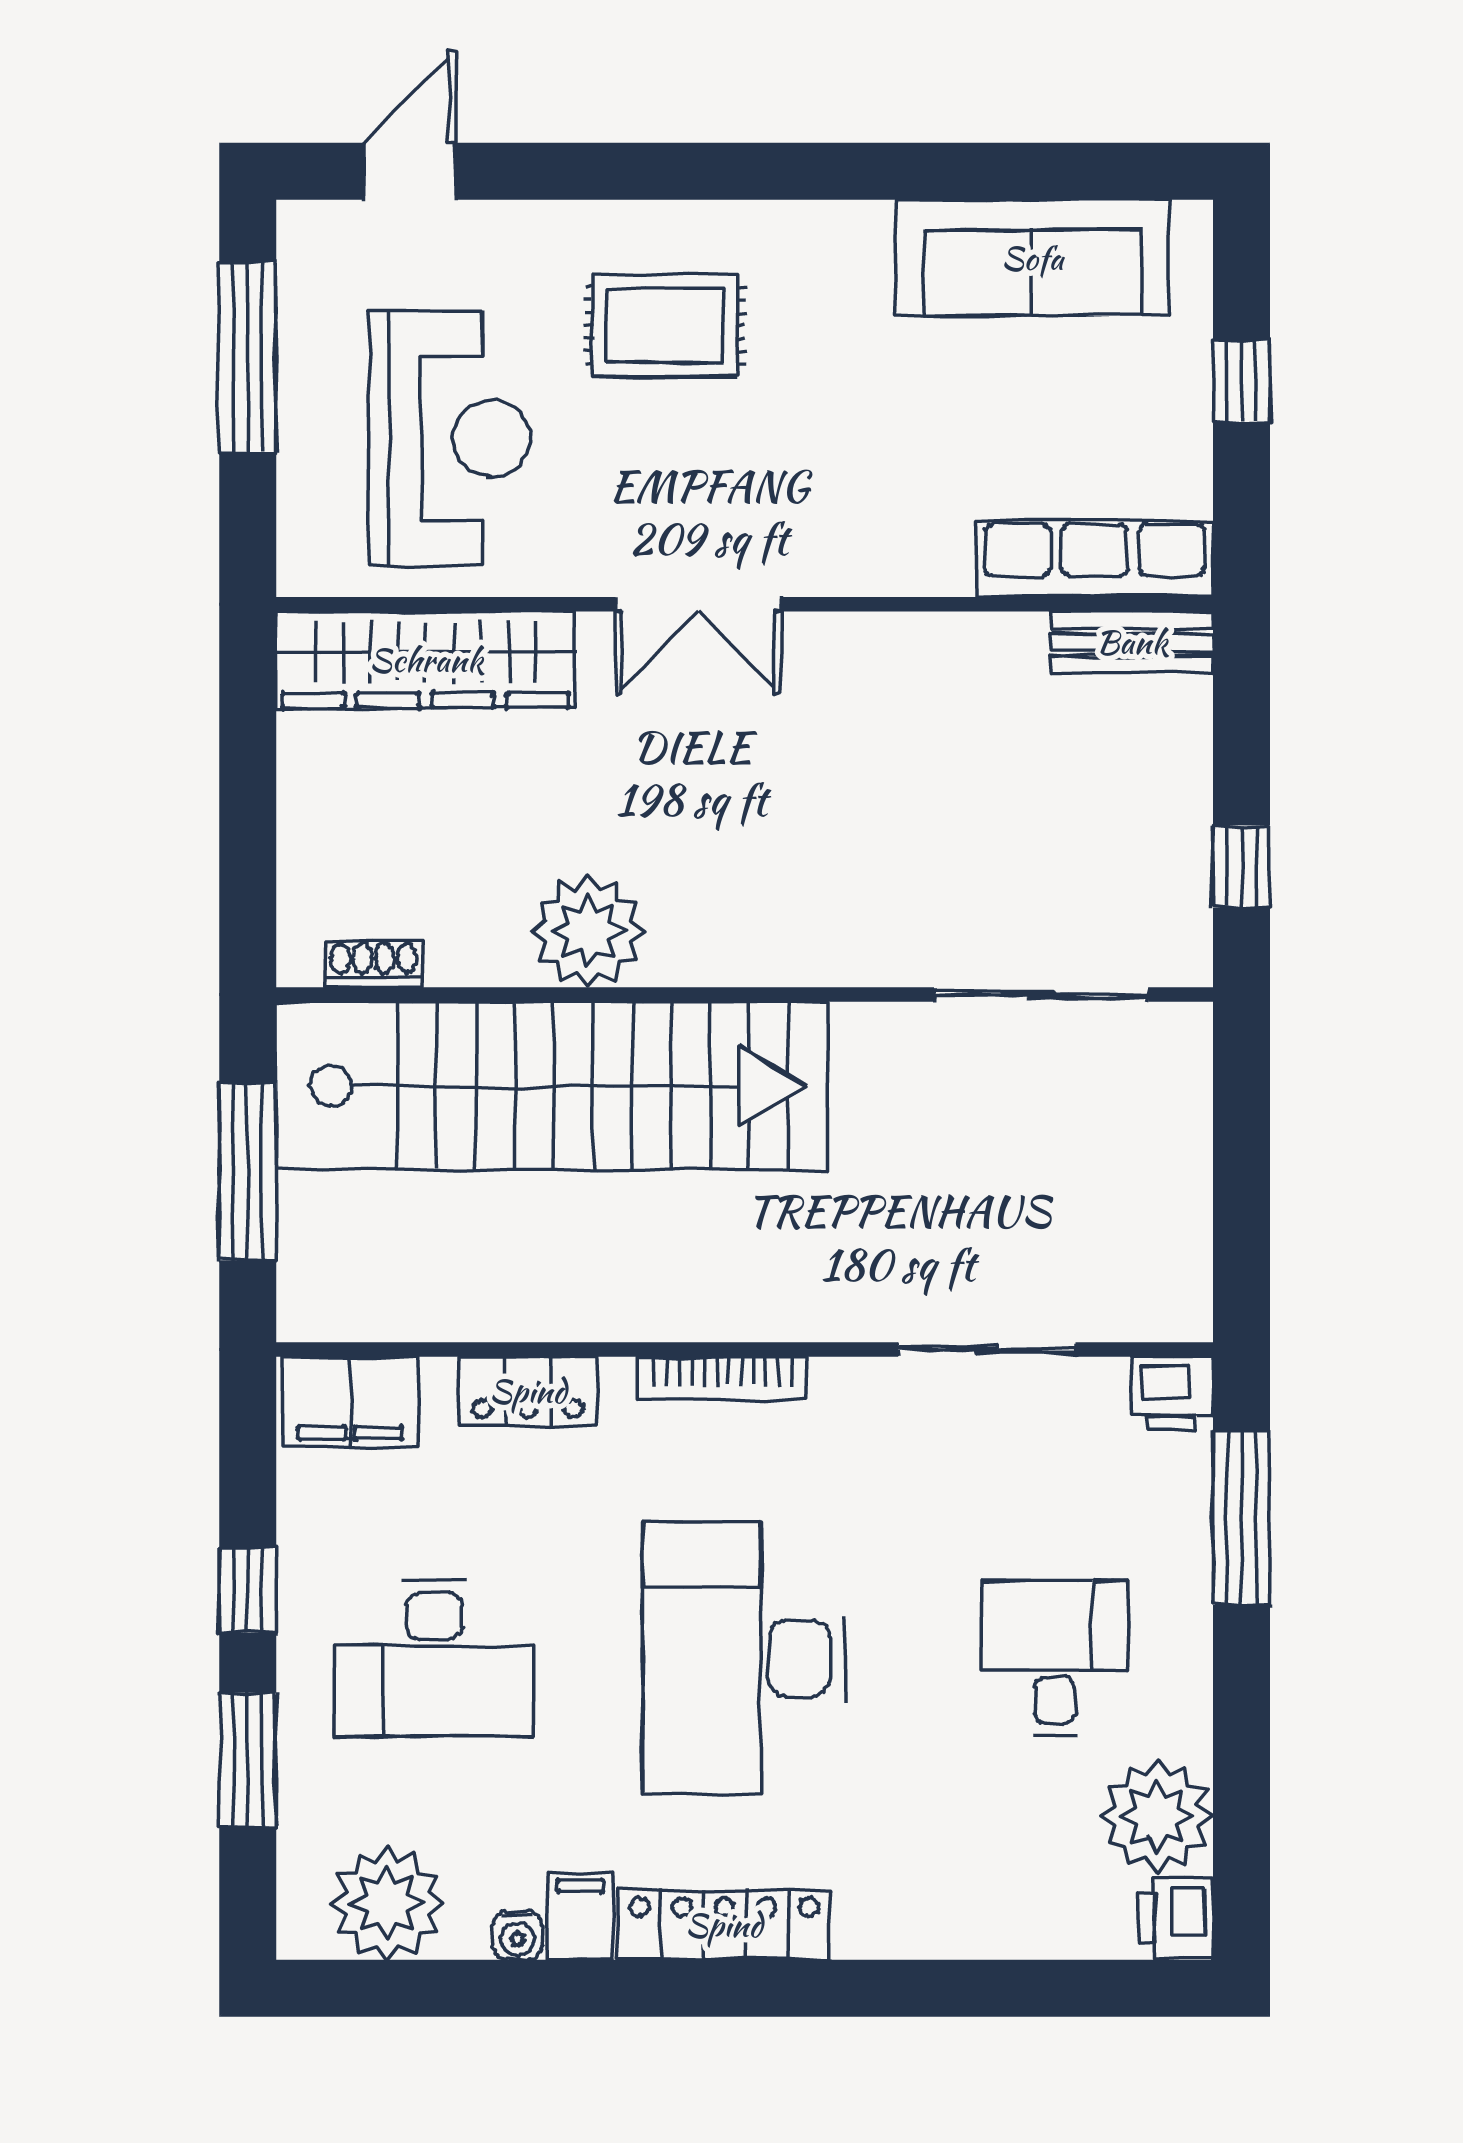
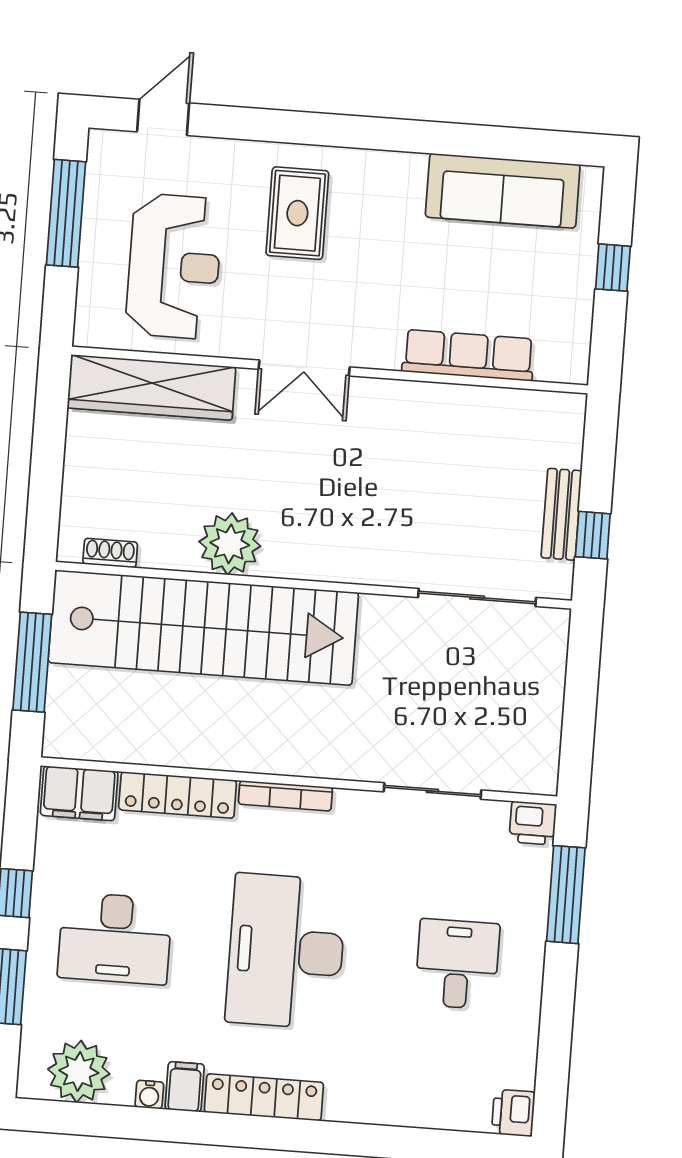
rug: (665, 326) -> (297, 213), turned 90
row of seats: (1095, 559) -> (468, 355), moved
bench: (1132, 642) -> (561, 514), moved, turned 90
locker: (528, 1391) -> (178, 795), width x1.53
plant: (1157, 1816) -> (507, 1055), removed

